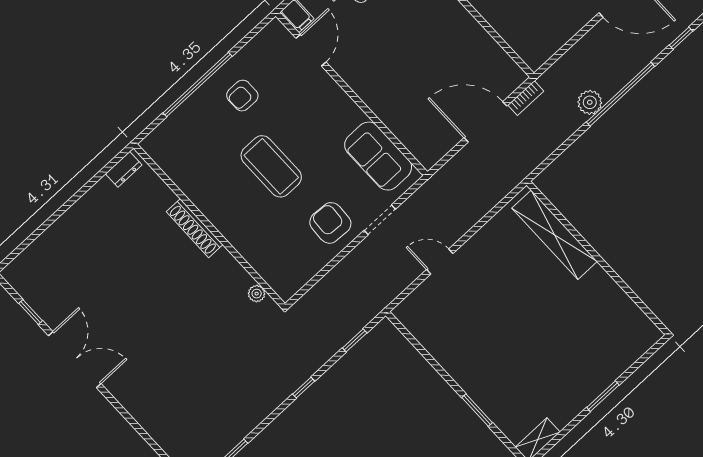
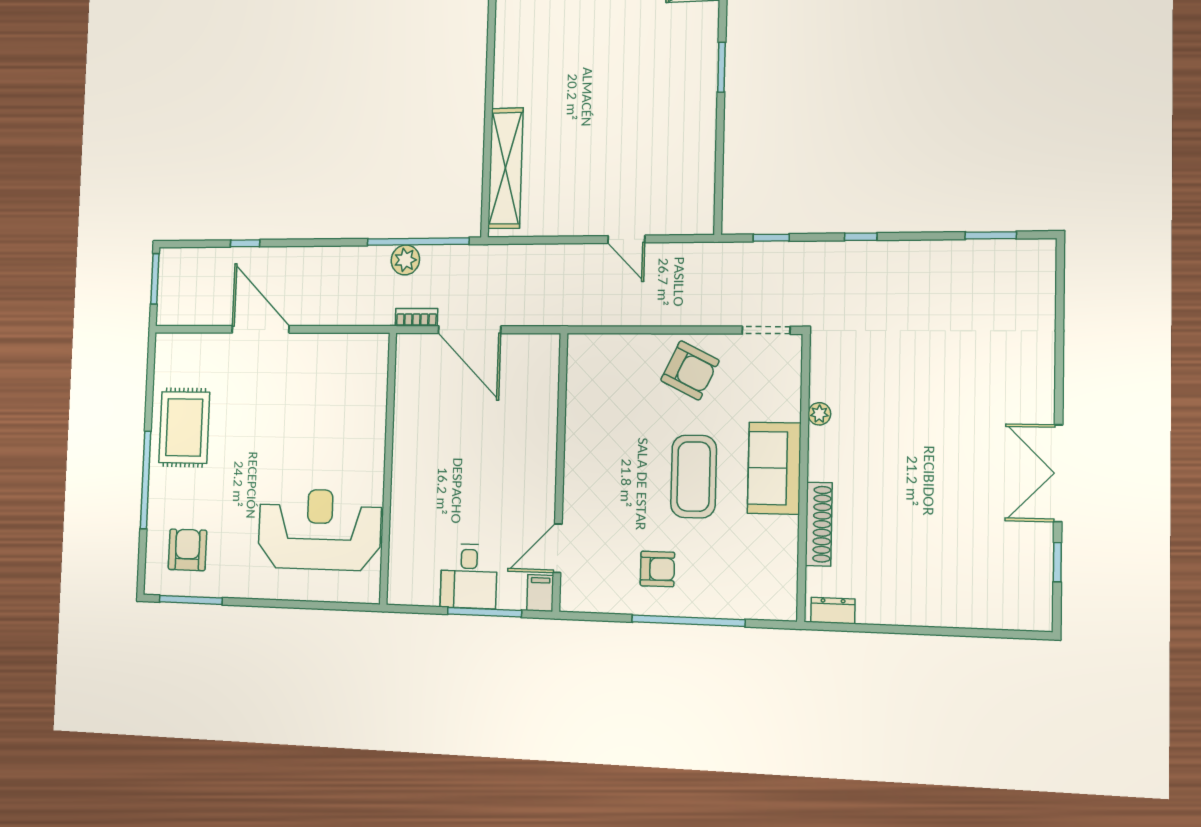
window: (620, 94) -> (418, 241), moved
plant: (590, 102) -> (405, 260), moved
sofa: (378, 156) -> (774, 468), moved, turned 180
doorway: (380, 220) -> (766, 330), moved
armchair: (330, 223) -> (690, 370), turned -67
shoe rack: (195, 228) -> (819, 524), moved
plant: (257, 294) -> (819, 414), moved

